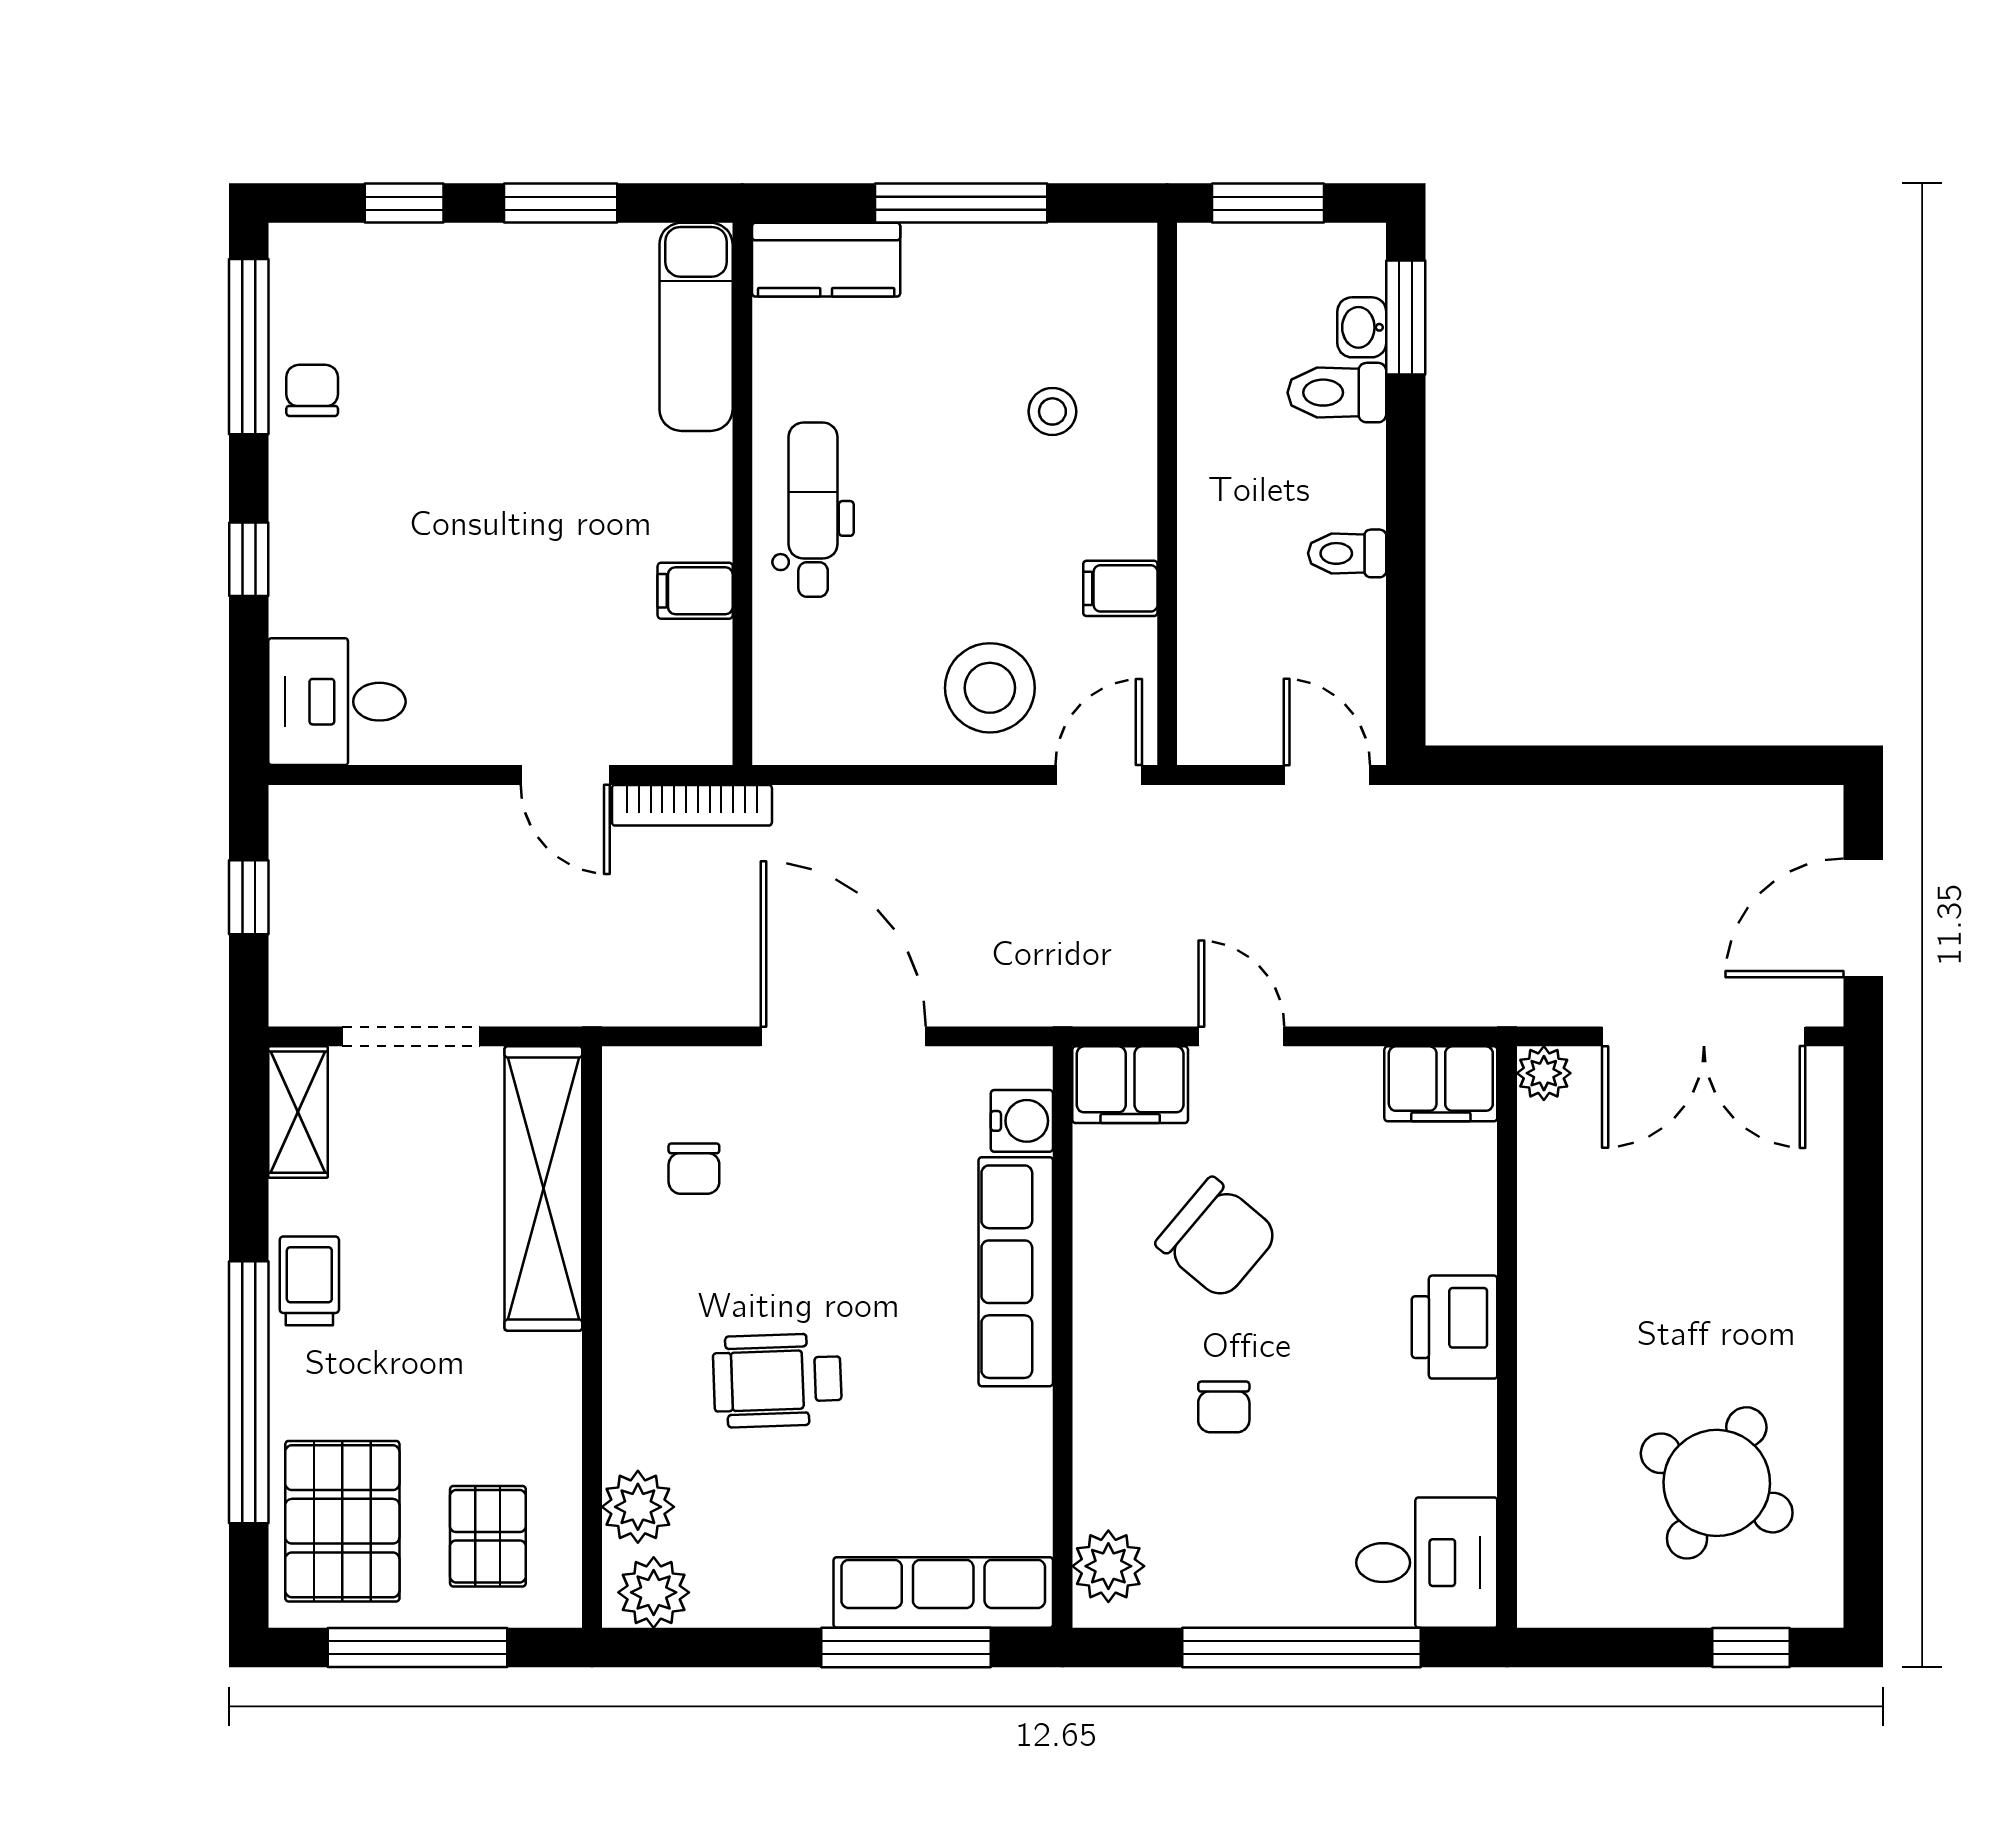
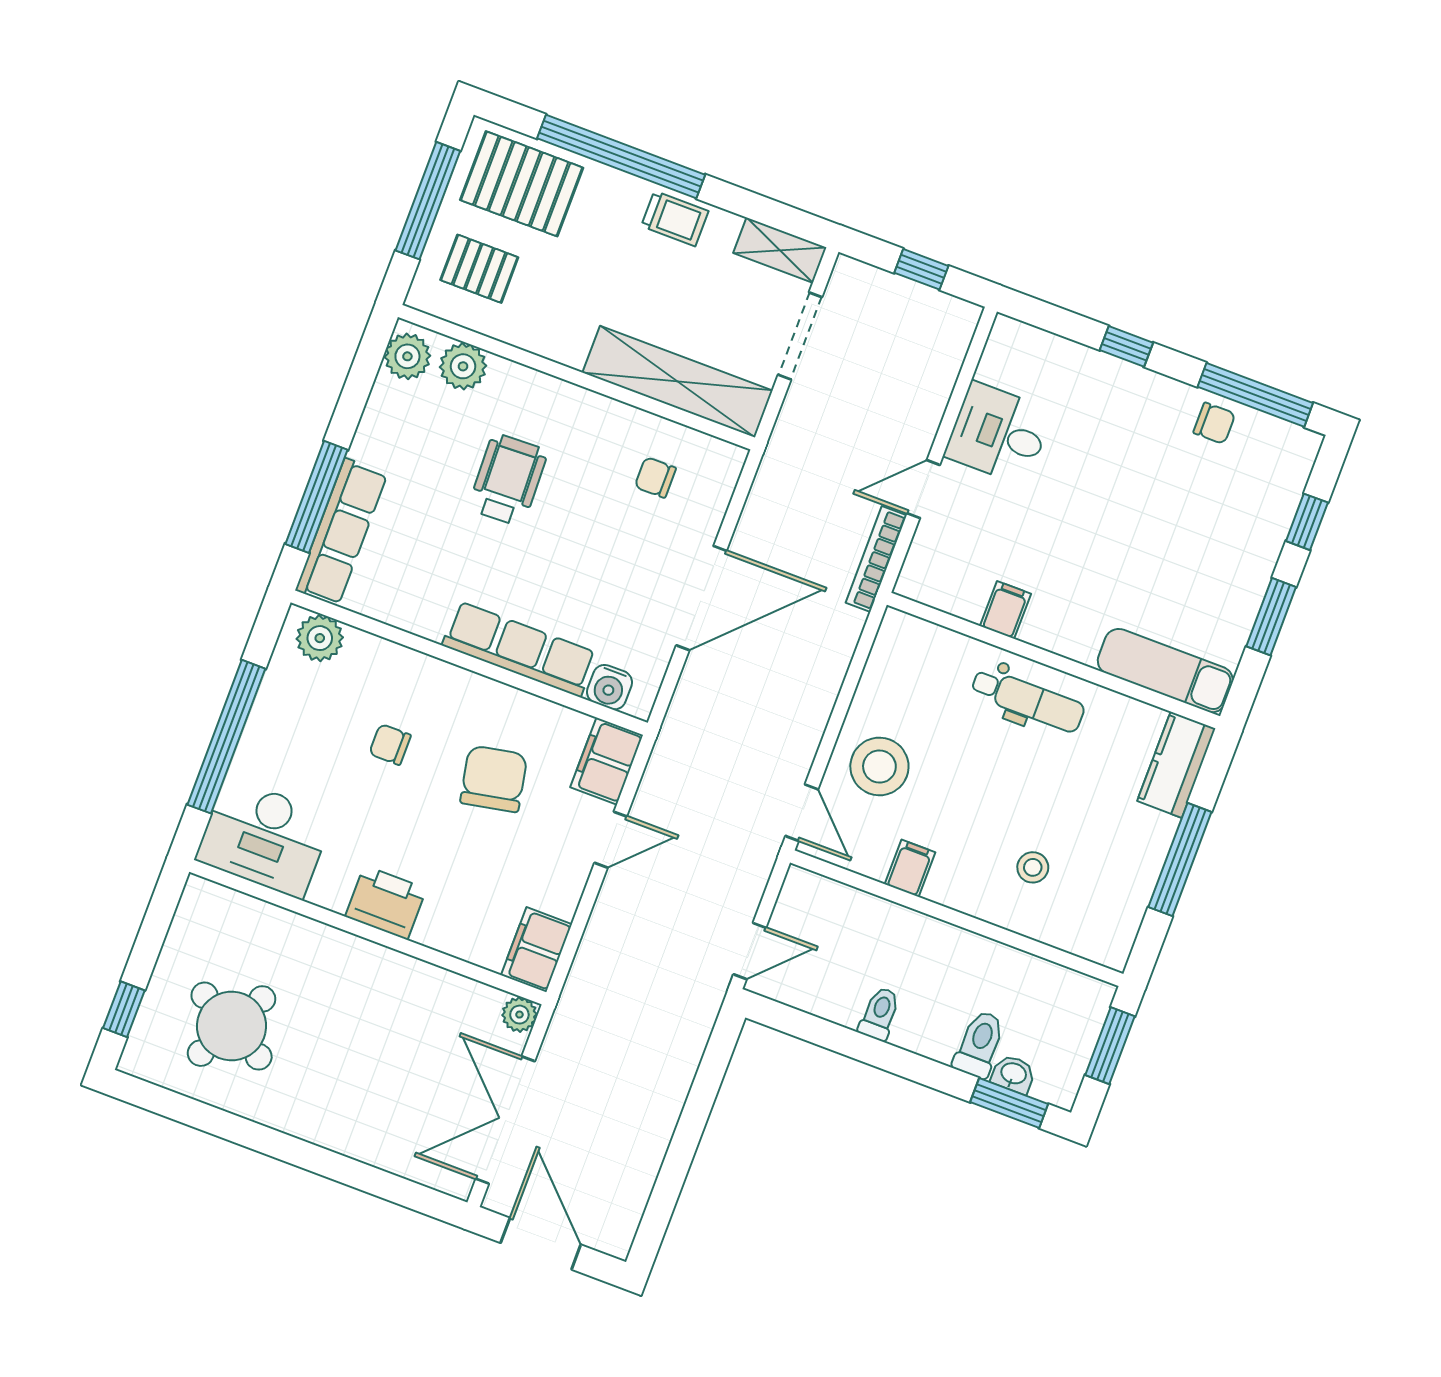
desk: (337, 702) -> (999, 433), moved, turned -90
chair: (1217, 1238) -> (494, 779), turned 129
desk: (1427, 1563) -> (264, 838), width x1.37

